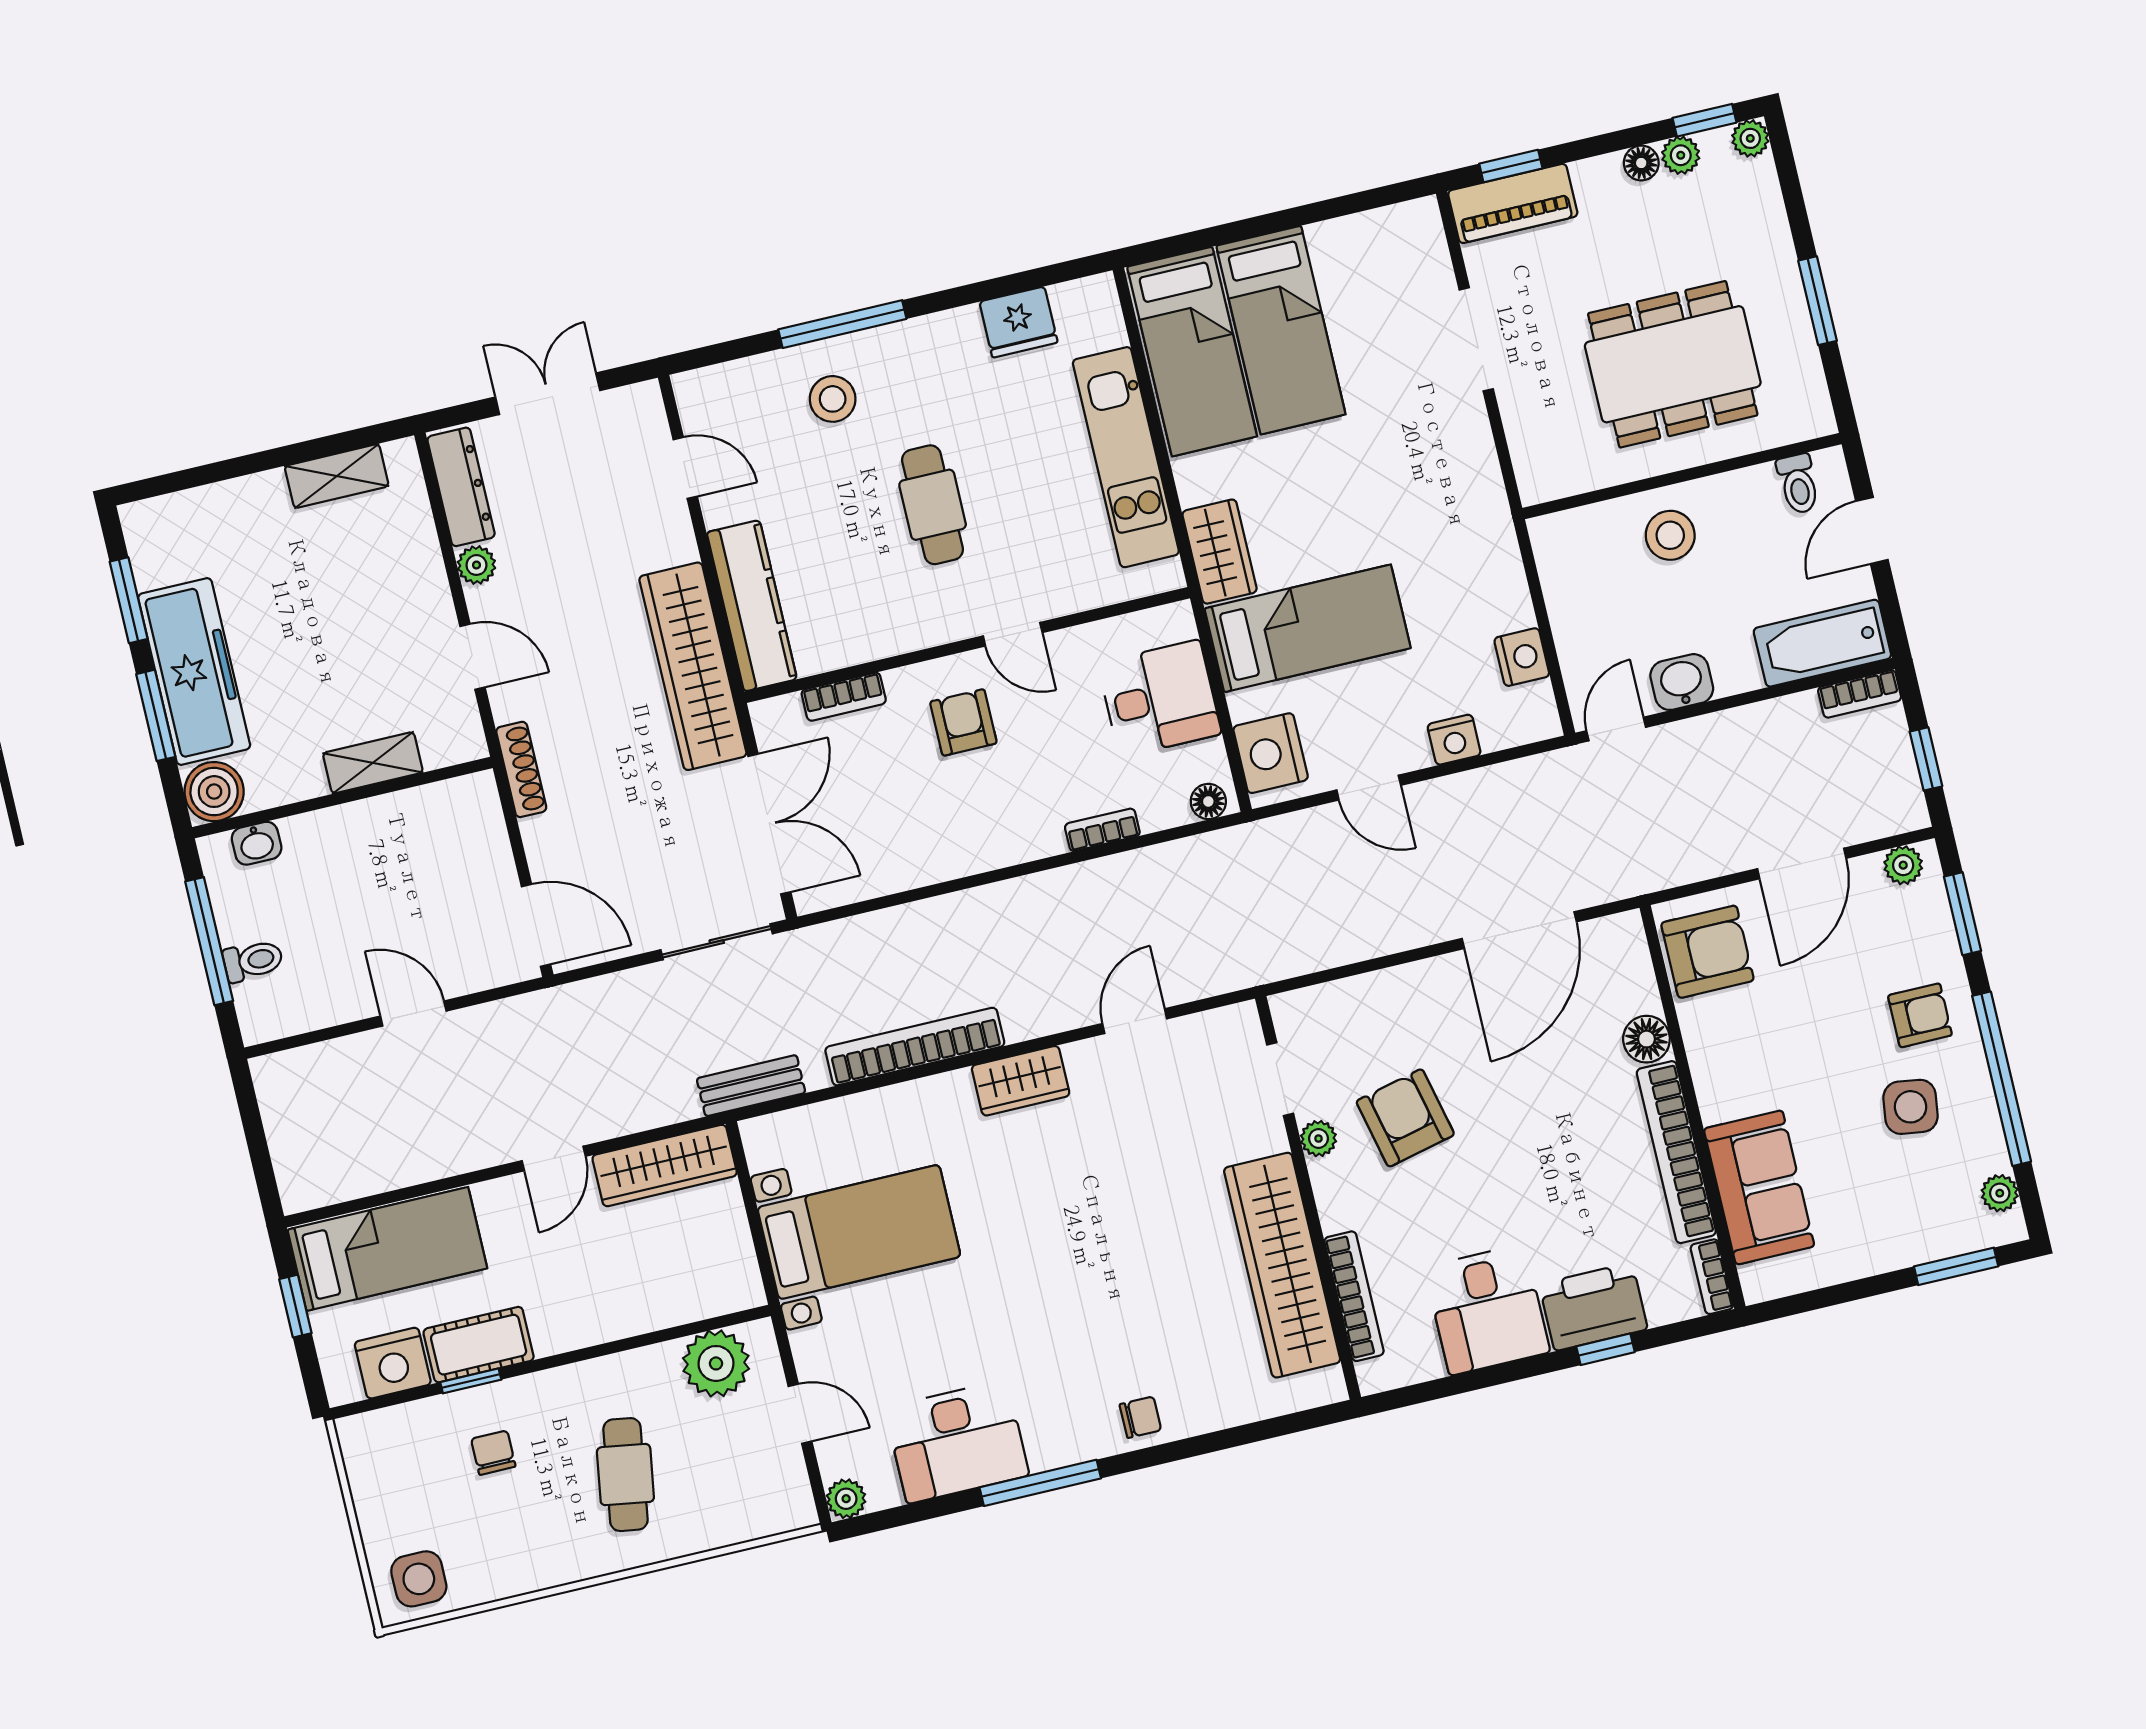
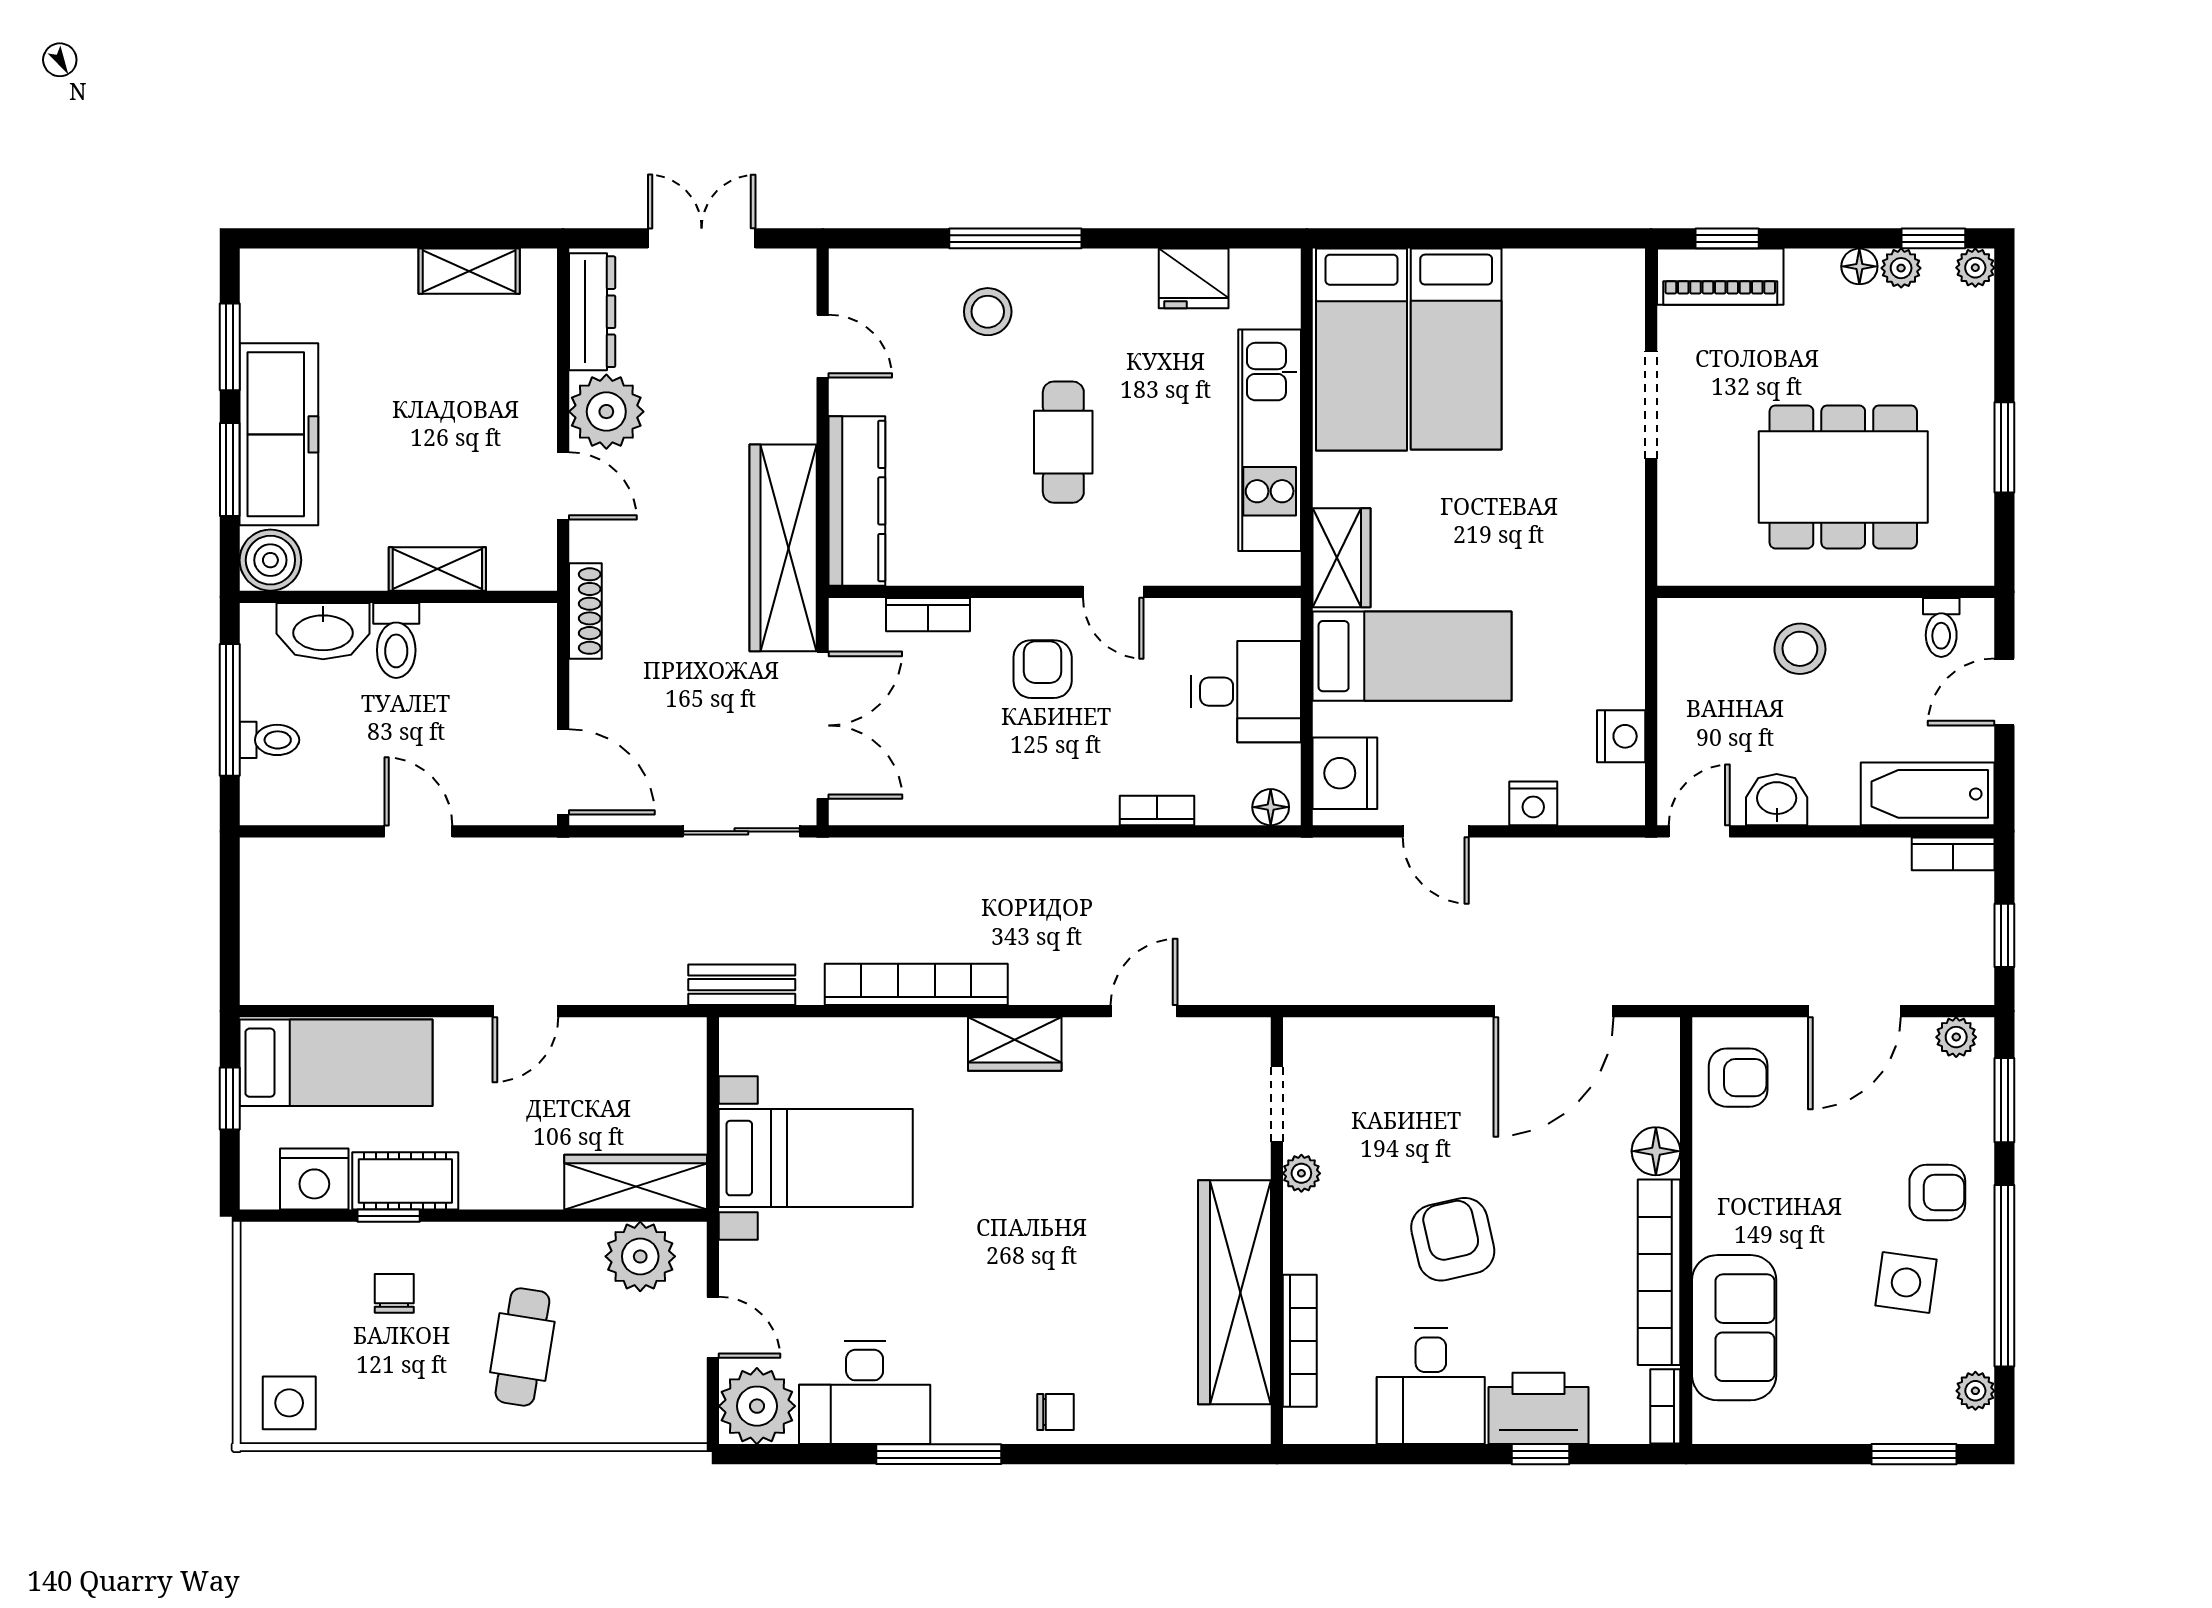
plant: (476, 565) -> (606, 412), width x1.87, depth x1.87
toilet: (350, 839) -> (396, 640), added
washbasin: (257, 843) -> (323, 631), width x1.91, depth x1.45
armchair: (1707, 952) -> (1738, 1078), width x0.72, depth x0.72
armchair: (1405, 1118) -> (1453, 1239), moved
wardrobe: (665, 1165) -> (636, 1182), moved, turned 180
plant: (846, 1499) -> (757, 1406), width x1.88, depth x1.88

